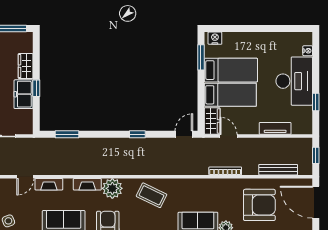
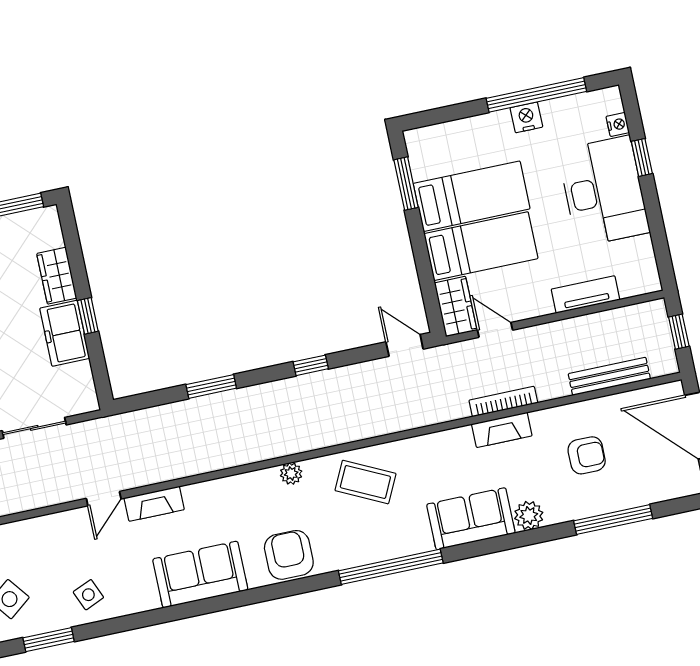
window: (272, 28) -> (536, 95), added
nightstand: (215, 38) -> (526, 117), moved
window: (316, 102) -> (642, 157), moved
window: (67, 134) -> (211, 386), moved
door: (184, 134) -> (405, 345), hinge flipped
fireplace: (87, 184) -> (502, 430), moved
plant: (112, 188) -> (291, 474), width x0.53, depth x0.53
armchair: (259, 205) -> (587, 455), width x0.53, depth x0.53

